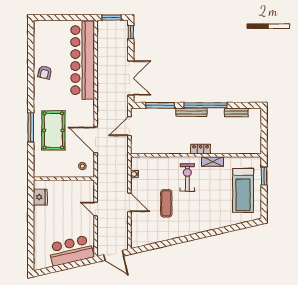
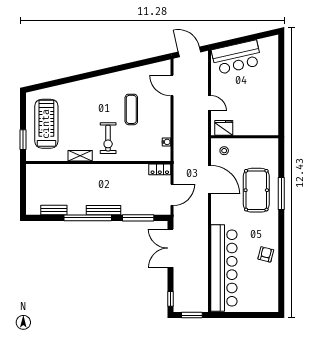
locker: (201, 149) -> (160, 169), moved
fridge: (40, 197) -> (224, 128), moved, turned 90
door: (129, 202) -> (172, 85), moved

